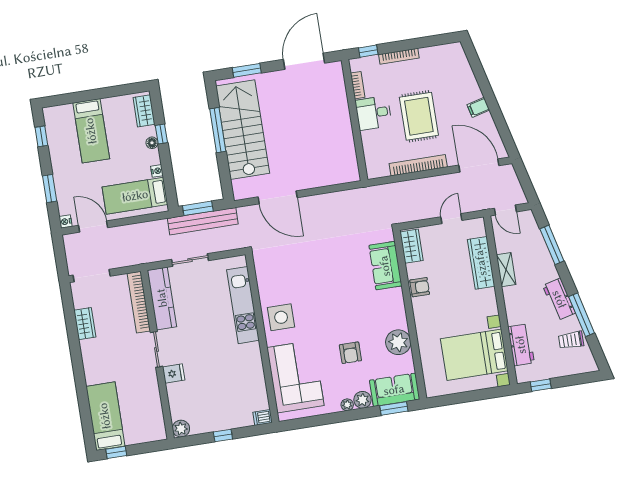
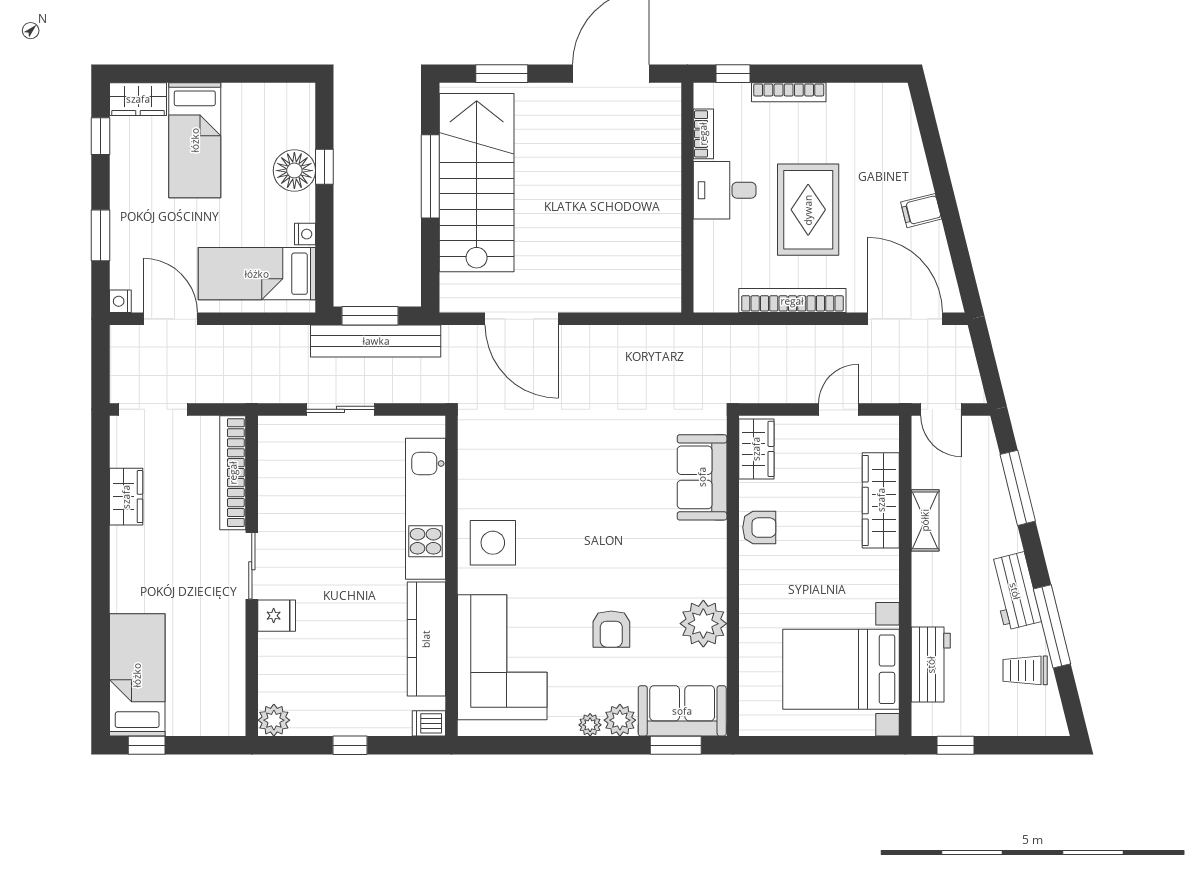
wardrobe: (144, 111) -> (138, 99), moved, turned -90
floor lamp: (152, 143) -> (294, 171), width x1.89, depth x1.89
kitchen counter: (162, 298) -> (426, 639), moved, turned 180

